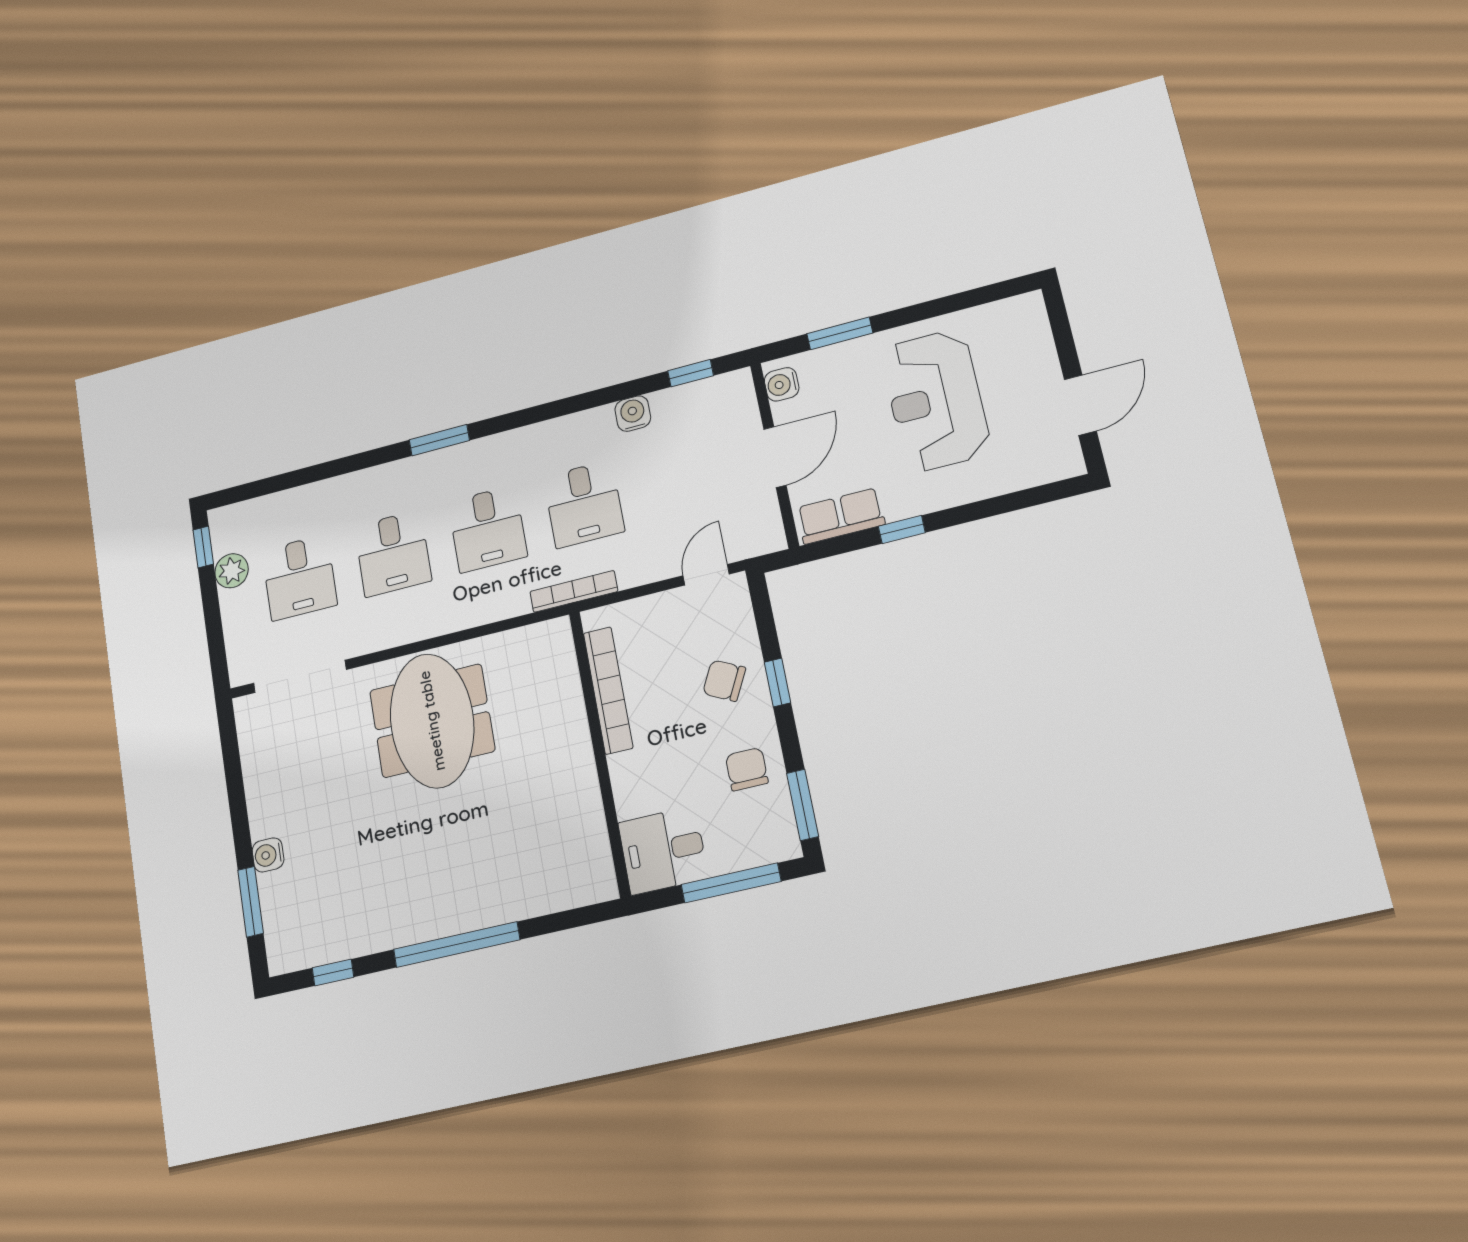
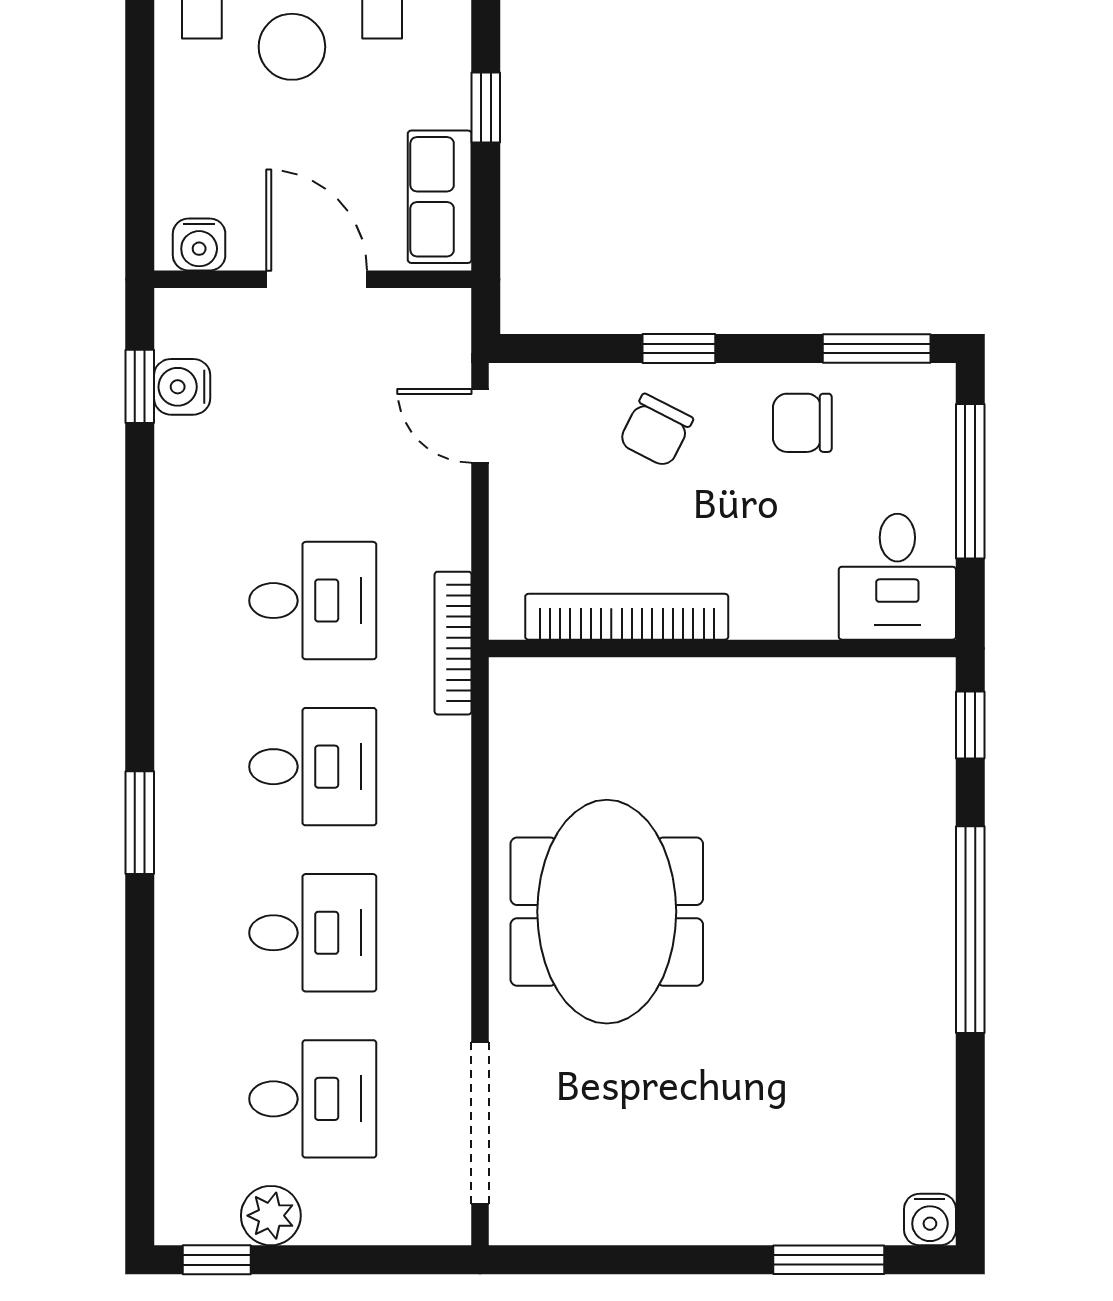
window: (840, 333) -> (140, 135), removed
water cooler: (633, 414) -> (182, 387), moved
meeting table: (432, 721) -> (607, 912), turned 90
water cooler: (268, 855) -> (930, 1220), moved
window: (333, 972) -> (970, 725), moved

